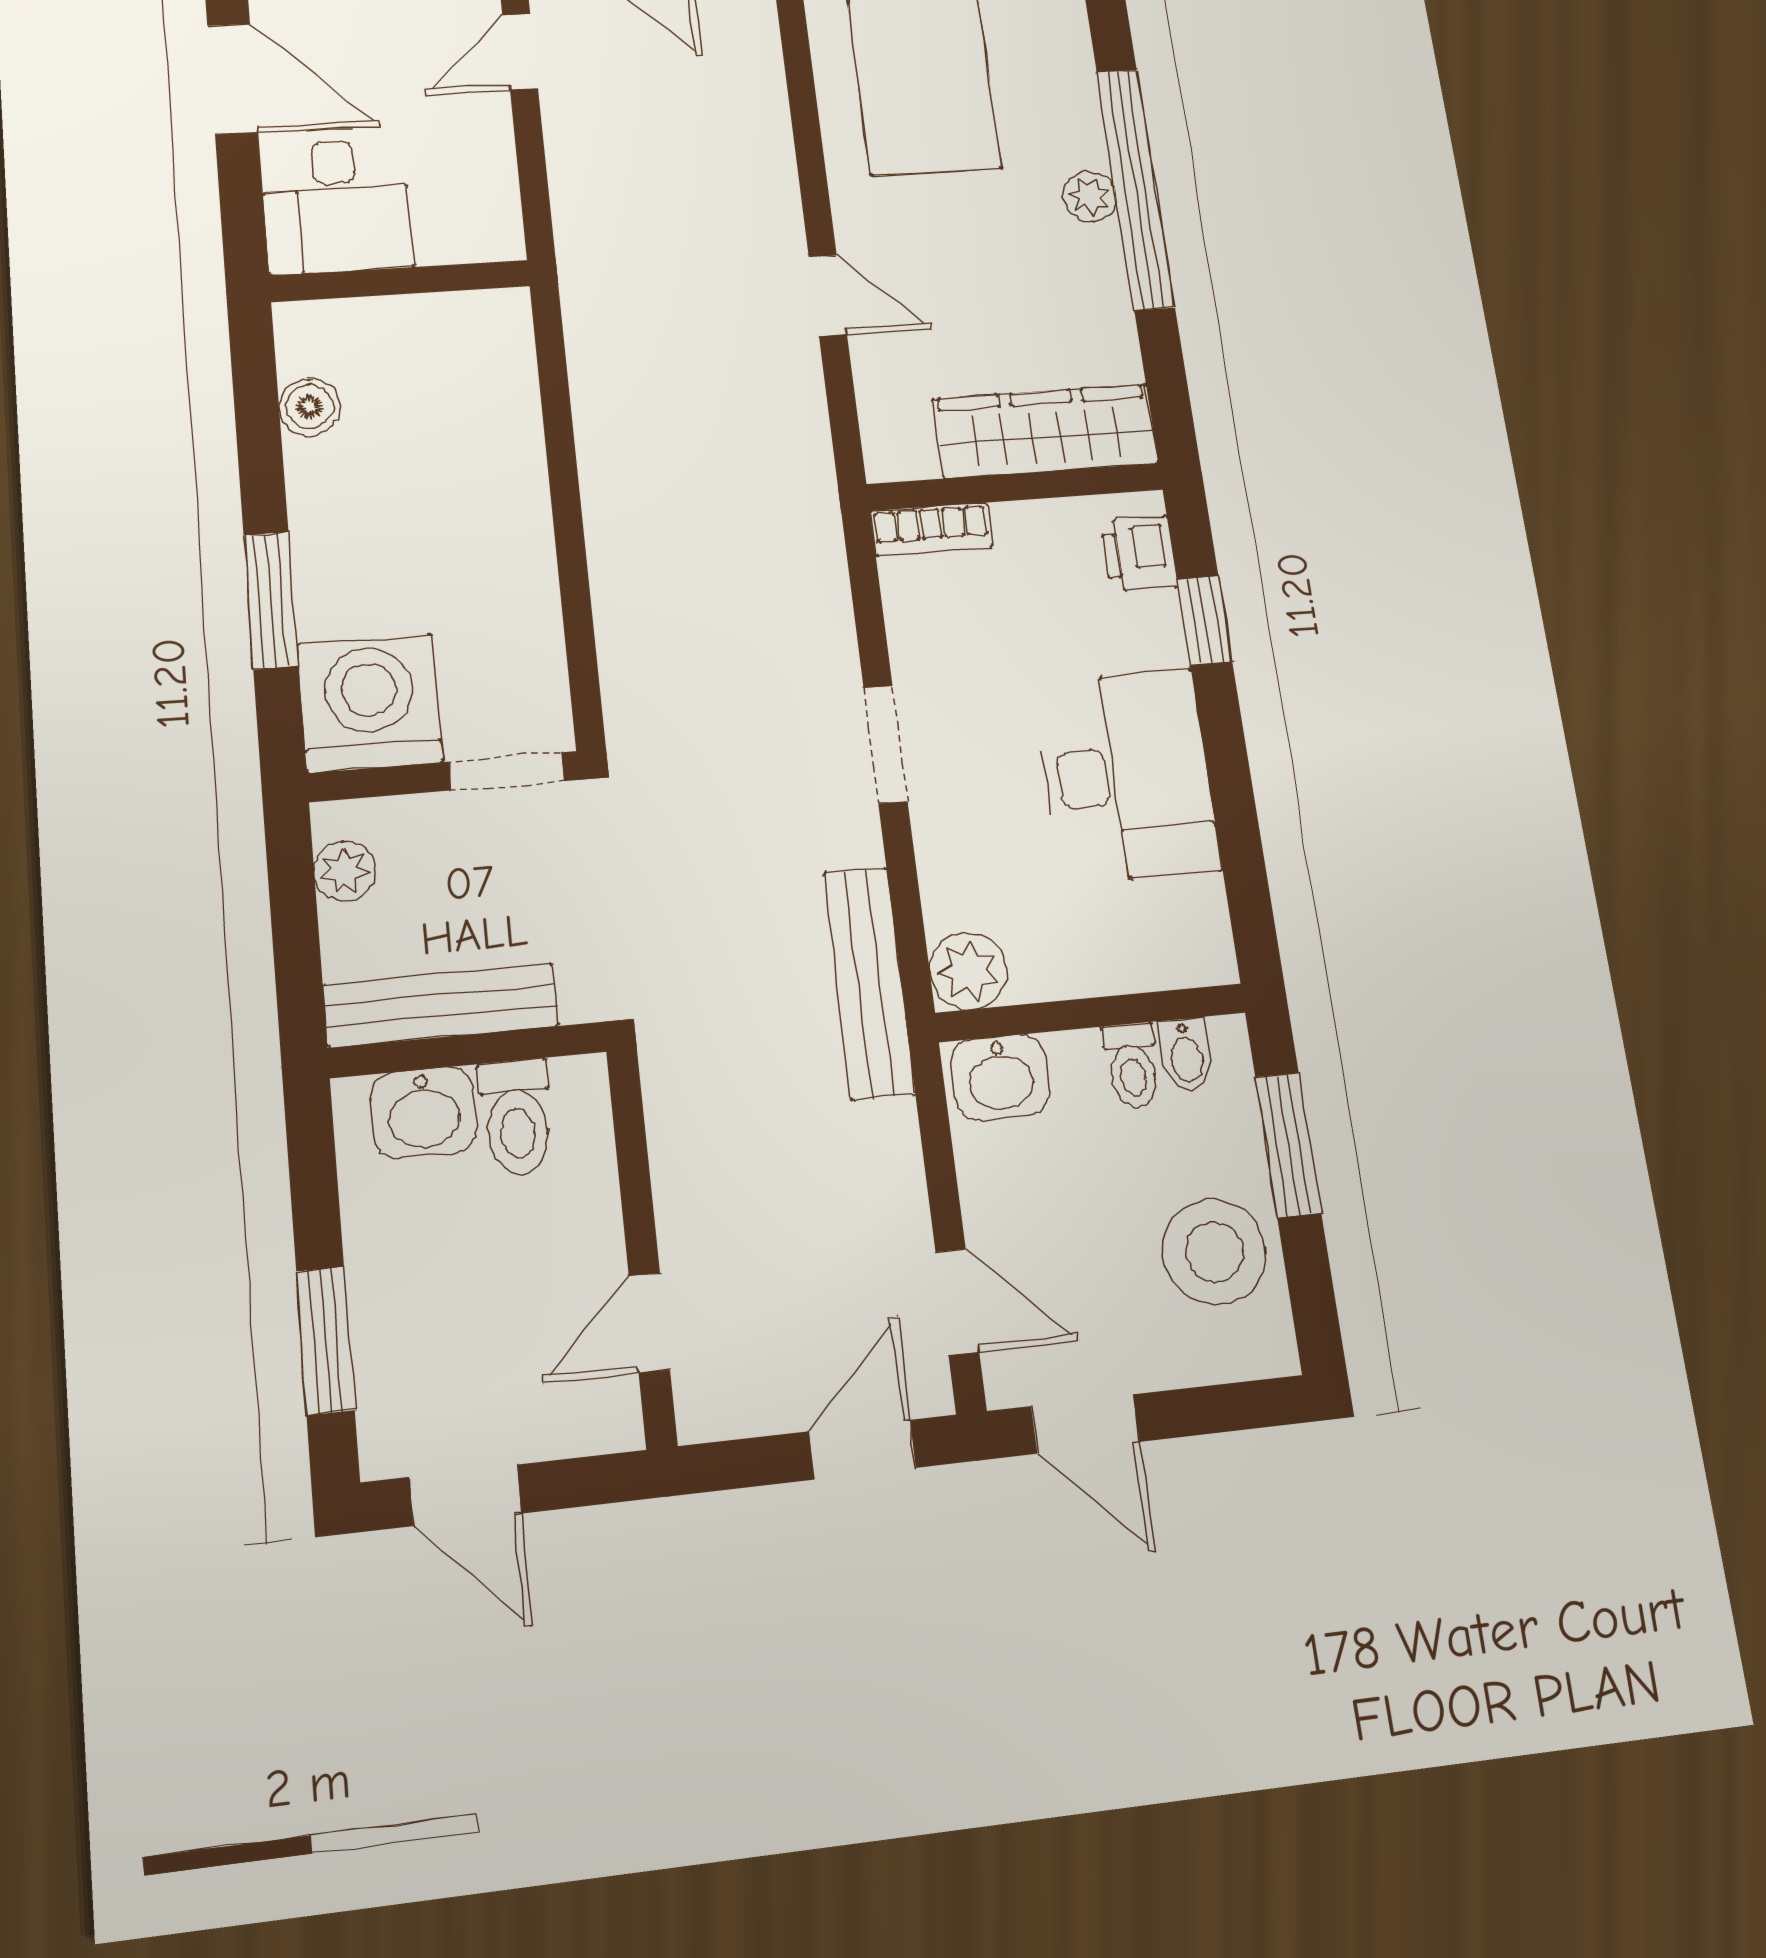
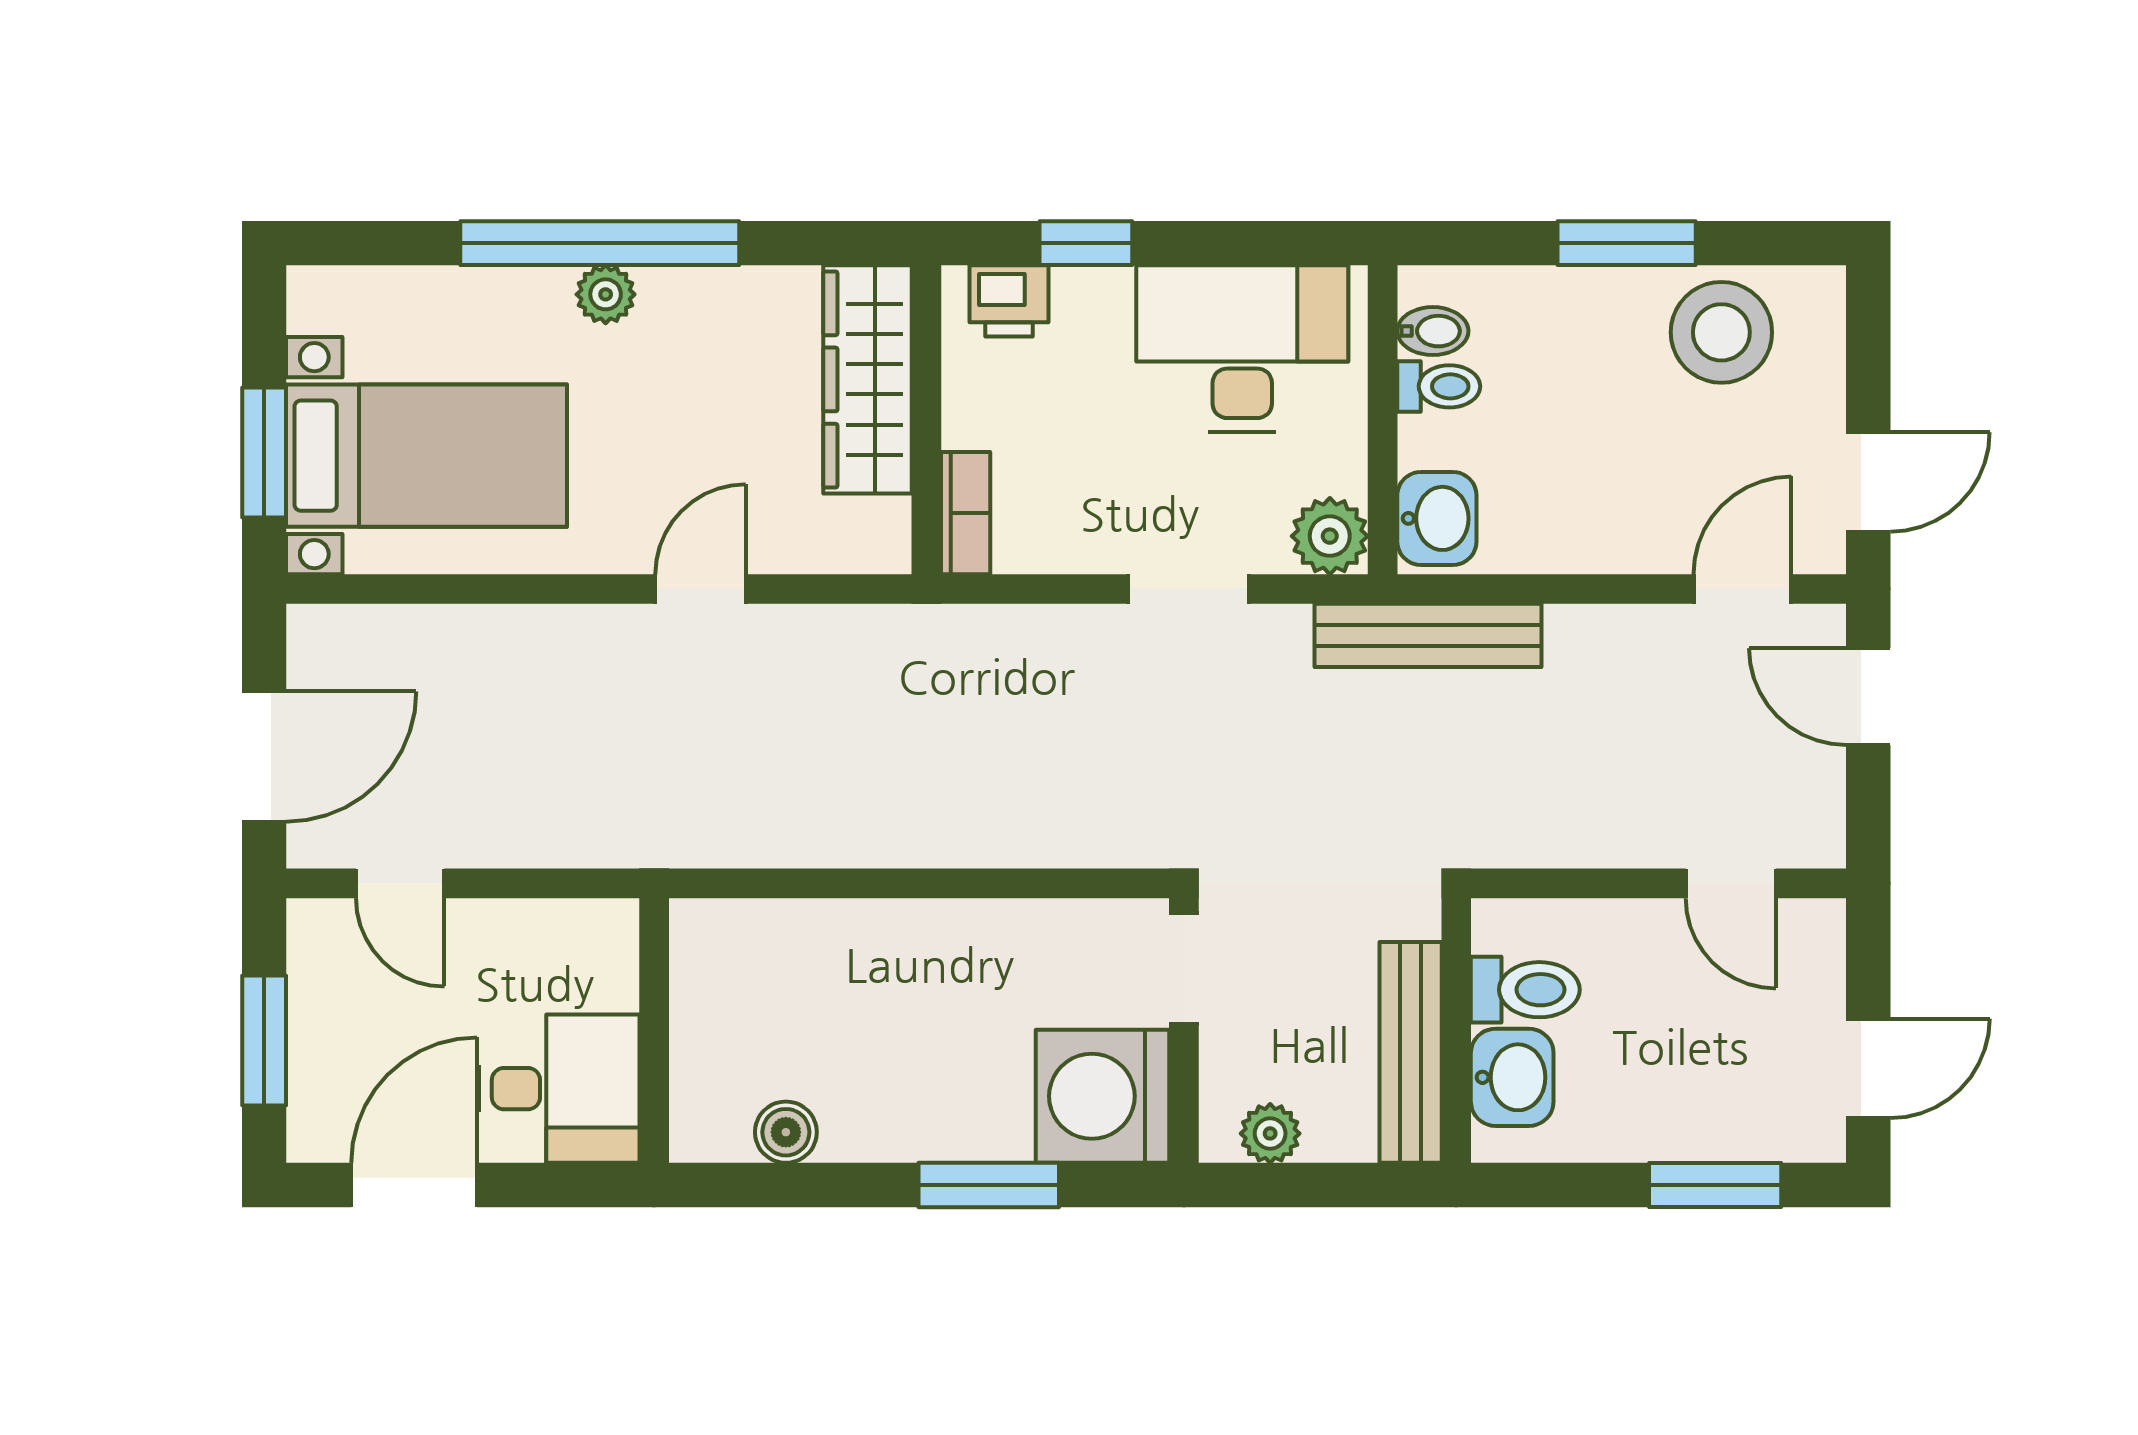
plant: (968, 971) -> (1330, 536), moved
wall: (1091, 1013) -> (1383, 420), moved
bidet: (1186, 1054) -> (1433, 331), moved
toilet: (1132, 1066) -> (1439, 386), moved
washbasin: (1000, 1077) -> (1437, 518), moved

